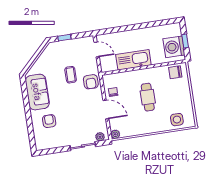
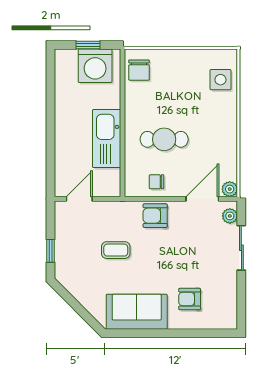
armchair: (91, 82) -> (155, 216), moved, turned 180
cafe table: (148, 97) -> (164, 139), moved
door: (106, 110) -> (202, 199), moved

